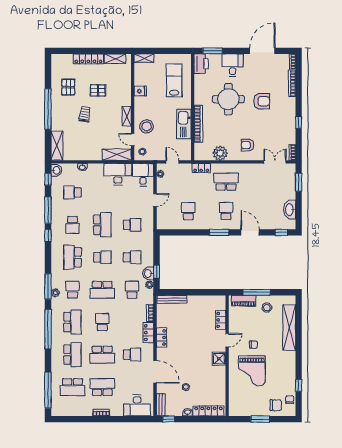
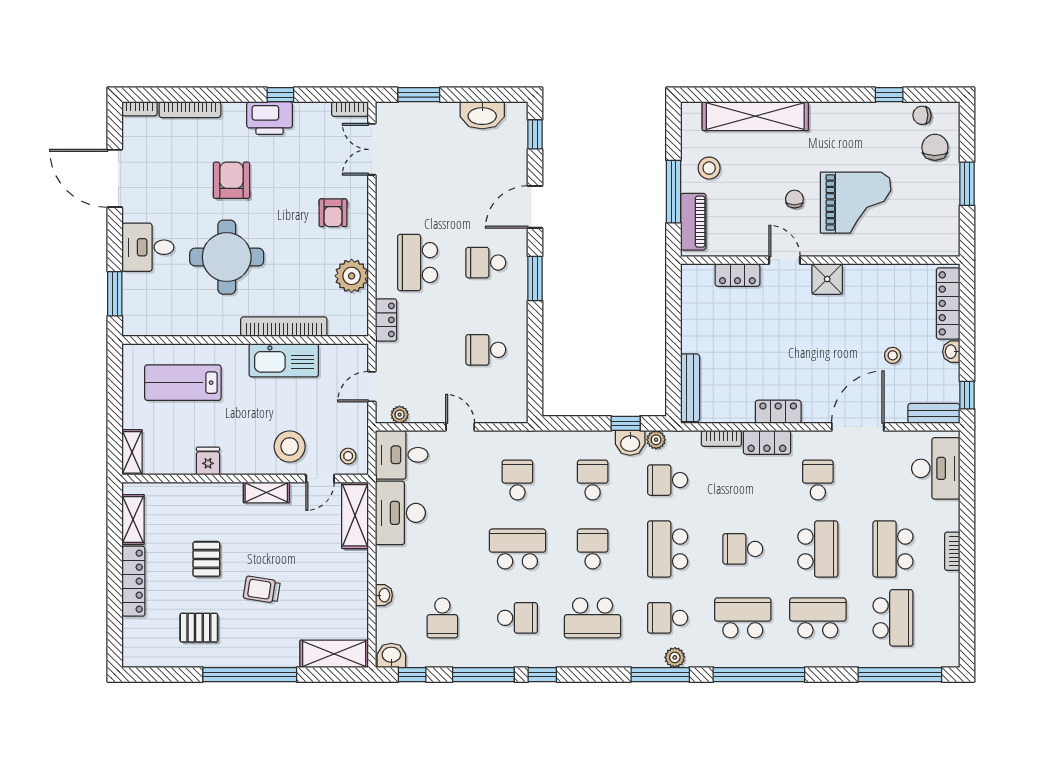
printer: (201, 64) -> (270, 118), moved, turned 180
school desk: (102, 290) -> (668, 549), turned 180

